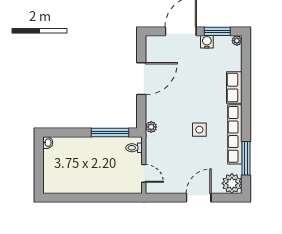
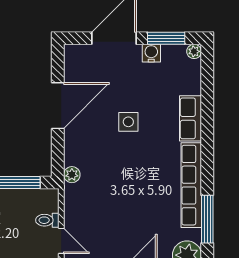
side table: (199, 130) -> (128, 122), moved
toilet: (134, 148) -> (47, 220), moved

